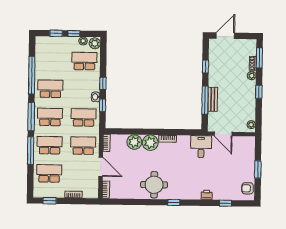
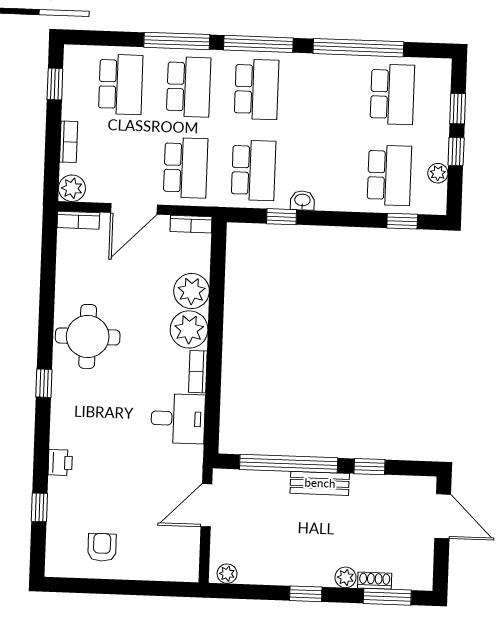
plant: (95, 43) -> (72, 188), moved
window: (103, 83) -> (402, 221), moved
school desk: (50, 89) -> (392, 94), moved
bench: (213, 99) -> (320, 483), moved
window: (205, 100) -> (289, 464), width x1.46
desk: (201, 147) -> (178, 419), moved
window: (258, 169) -> (119, 587), removed
armchair: (248, 188) -> (102, 547), moved

